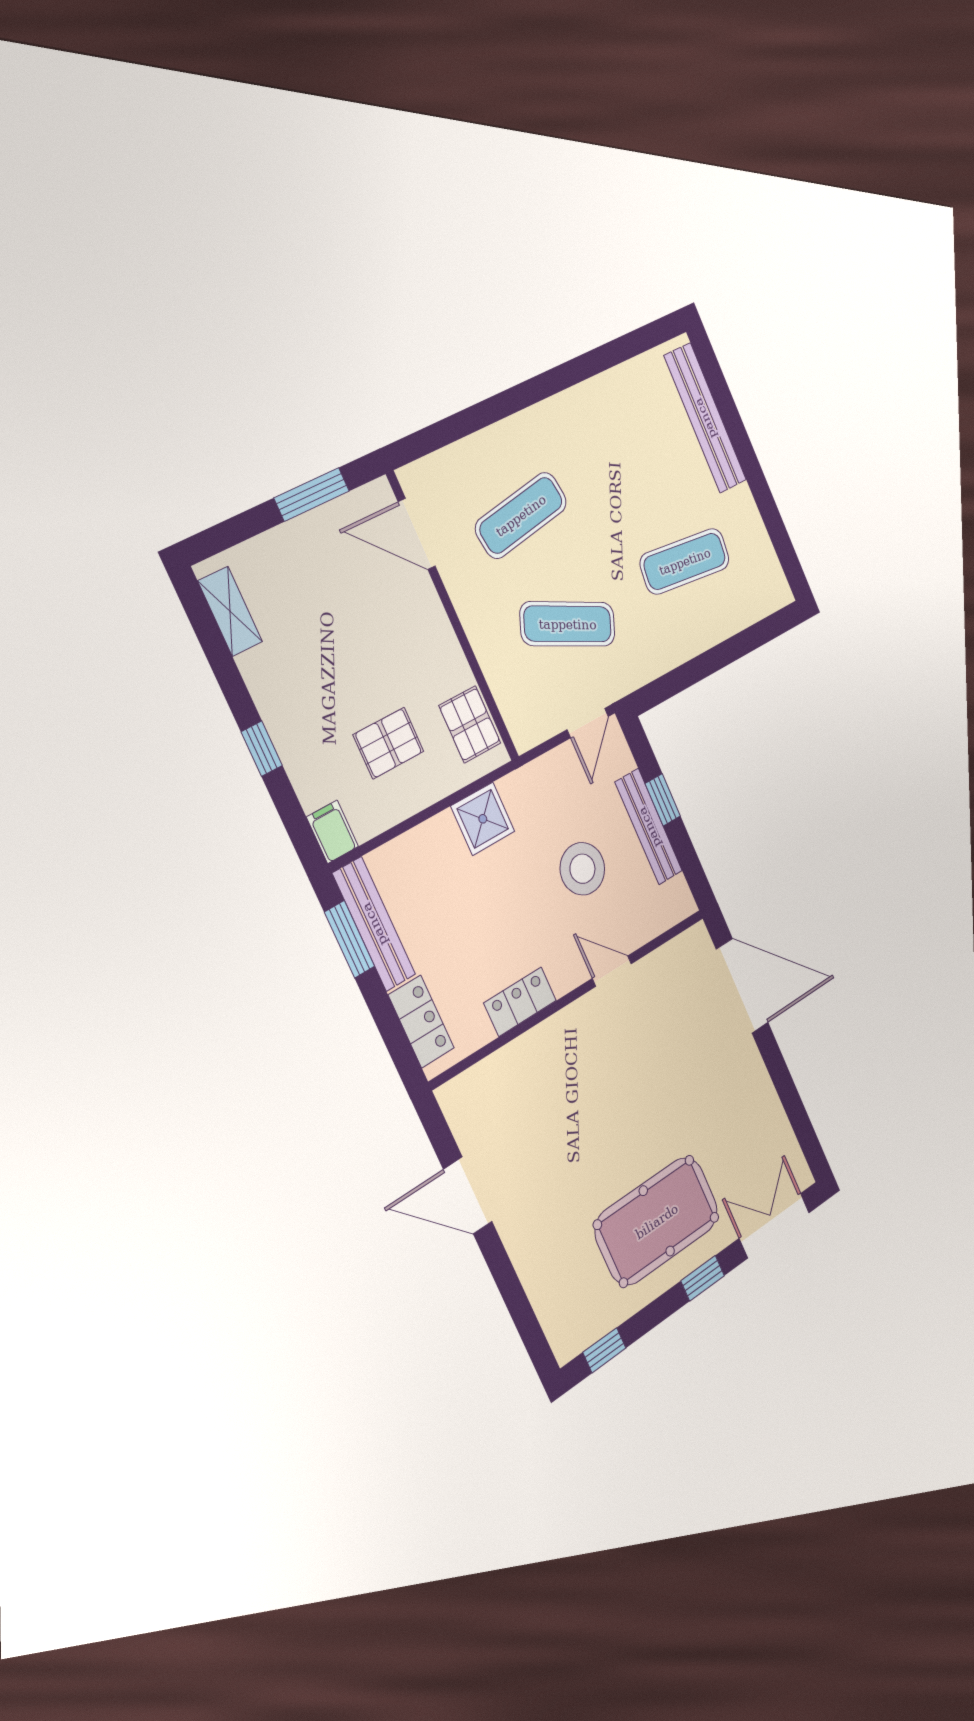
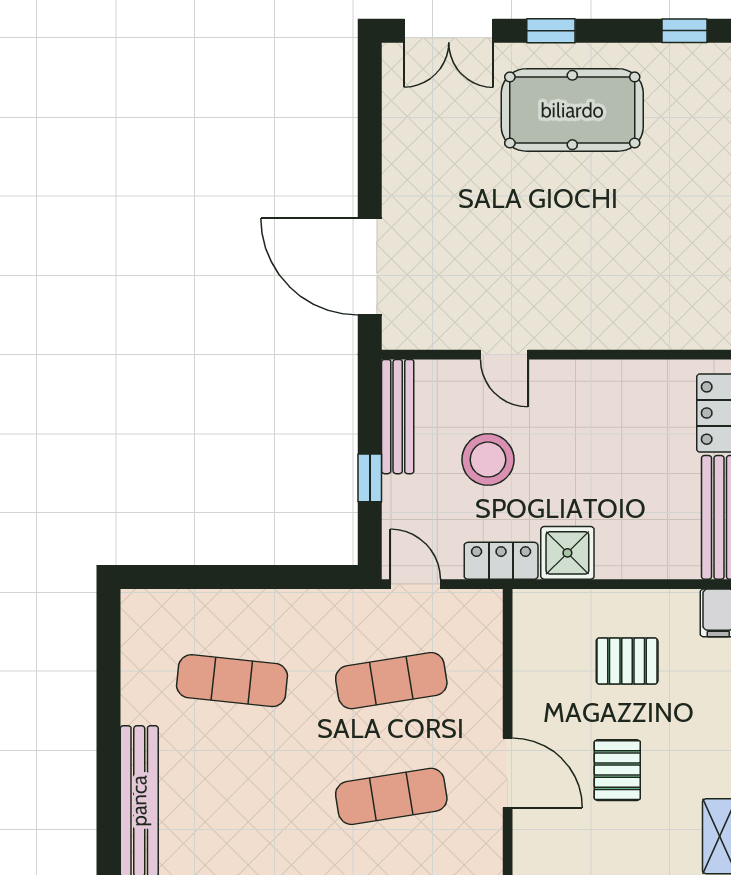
door: (417, 534) -> (508, 773), moved
exercise mat: (568, 624) -> (391, 681), turned -33
door: (588, 723) -> (416, 584), hinge flipped
pallet: (470, 724) -> (617, 770), moved
bench: (649, 827) -> (398, 417), moved
locker: (520, 1002) -> (501, 561), moved, turned 180

